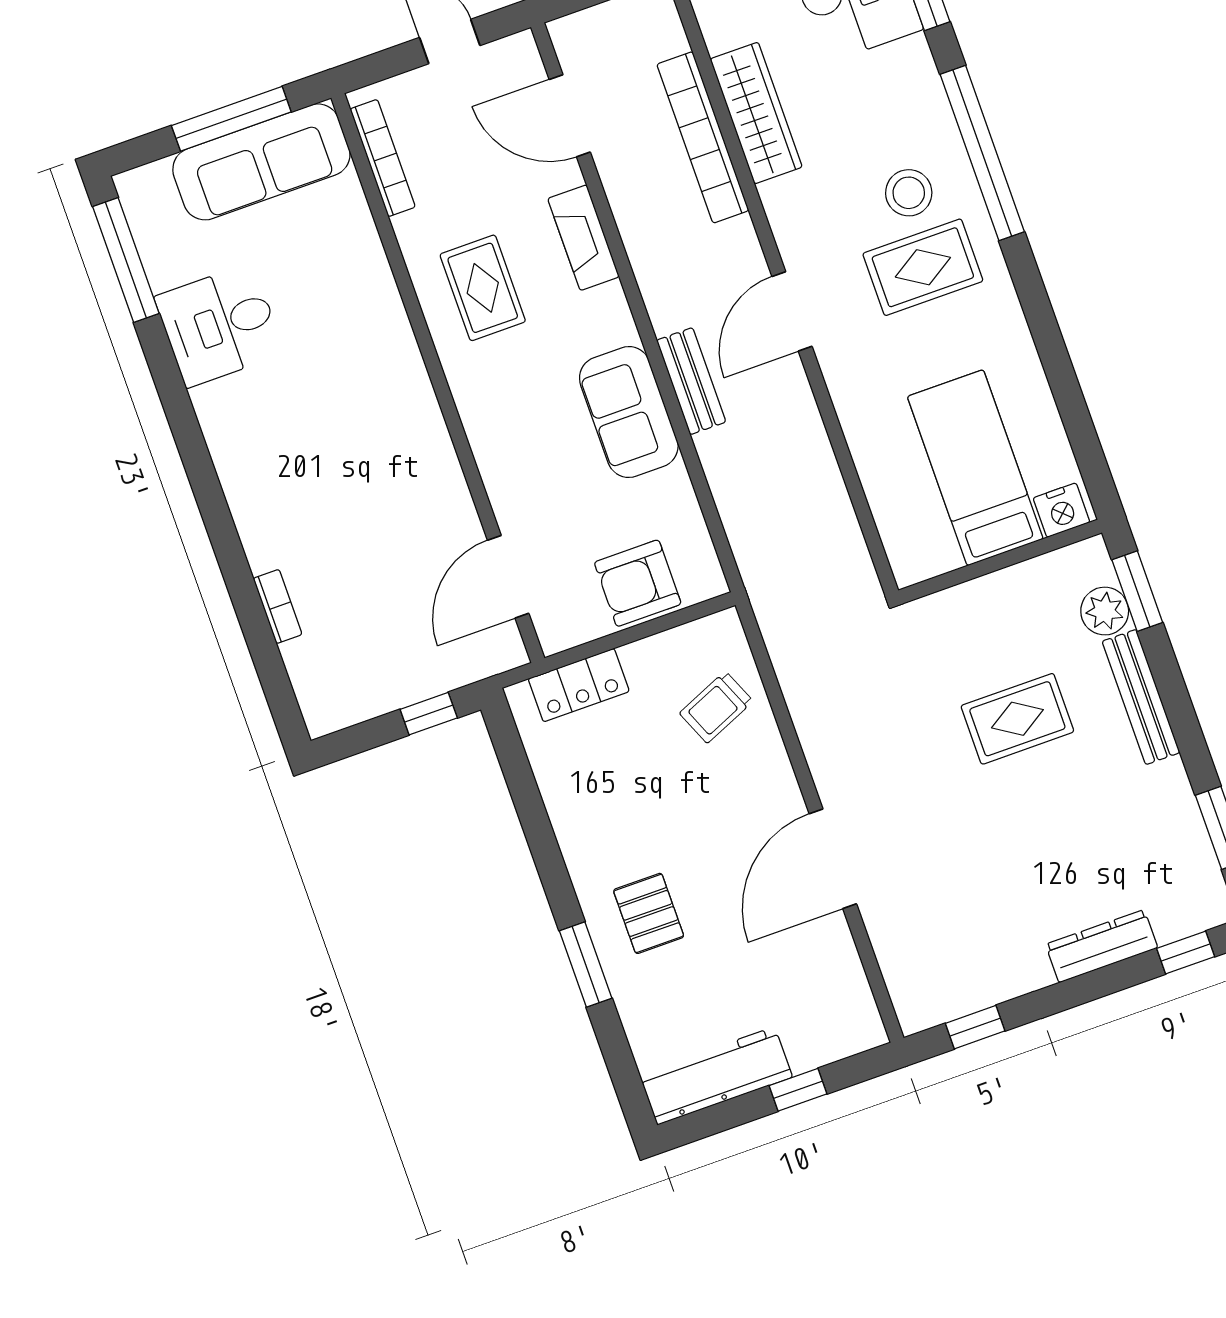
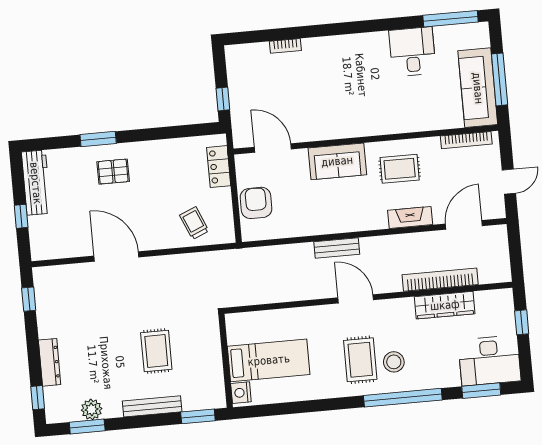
sofa: (629, 412) -> (337, 161), moved, turned 180
plant: (1105, 611) -> (92, 409), moved

